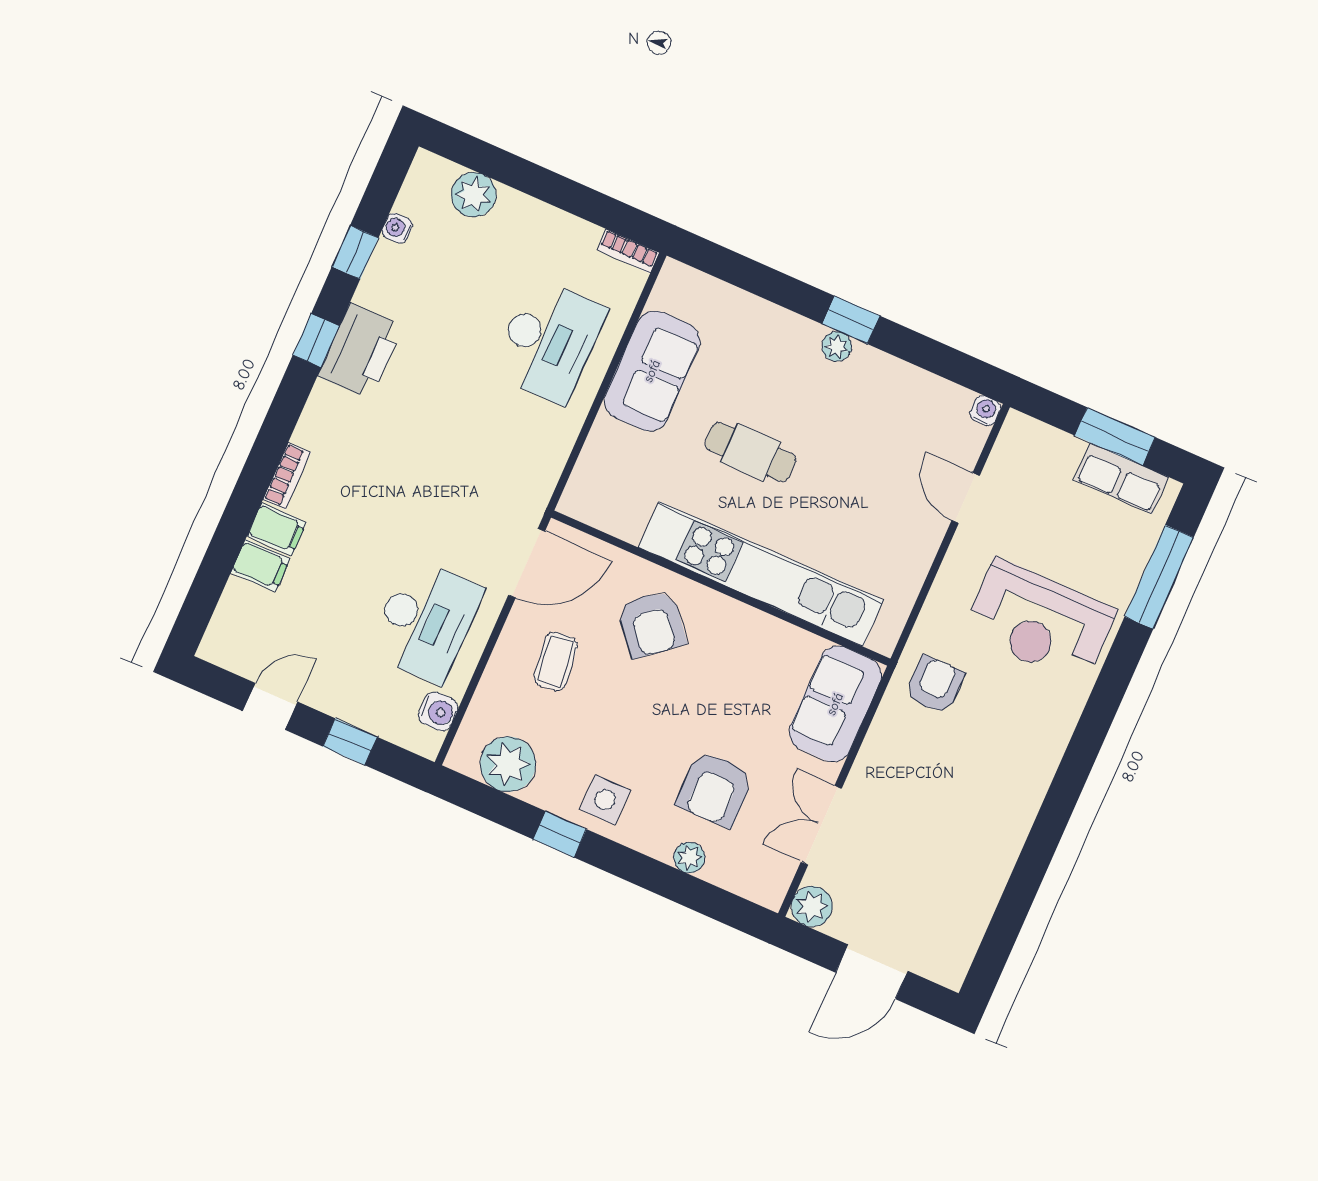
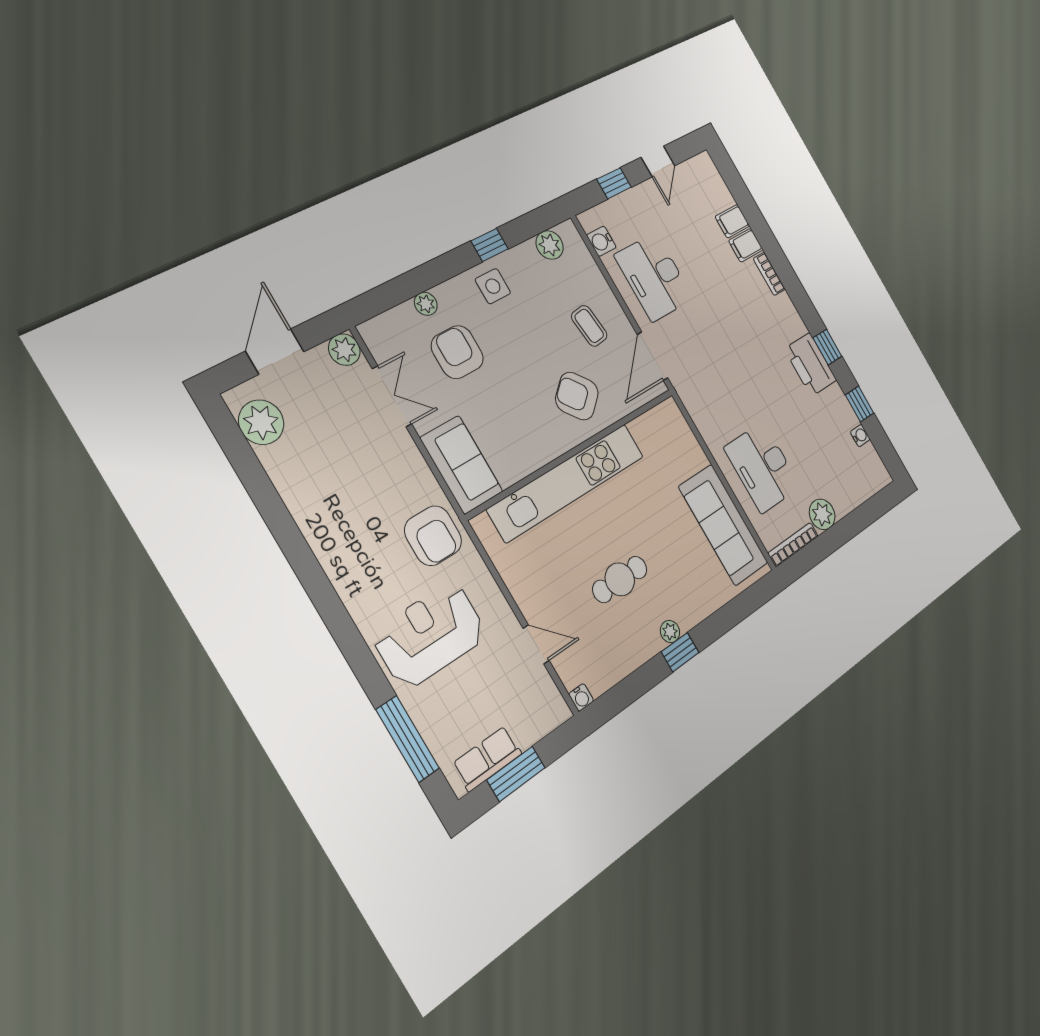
plant: (474, 195) -> (822, 514), moved
bookcase: (628, 251) -> (793, 545), width x1.56
sofa: (652, 371) -> (723, 525), width x1.36
cafe table: (750, 452) -> (620, 579), moved
armchair: (935, 685) -> (433, 536), width x1.38, depth x1.38
plant: (508, 764) -> (550, 245), width x0.73, depth x0.73
plant: (955, 935) -> (261, 422), added

